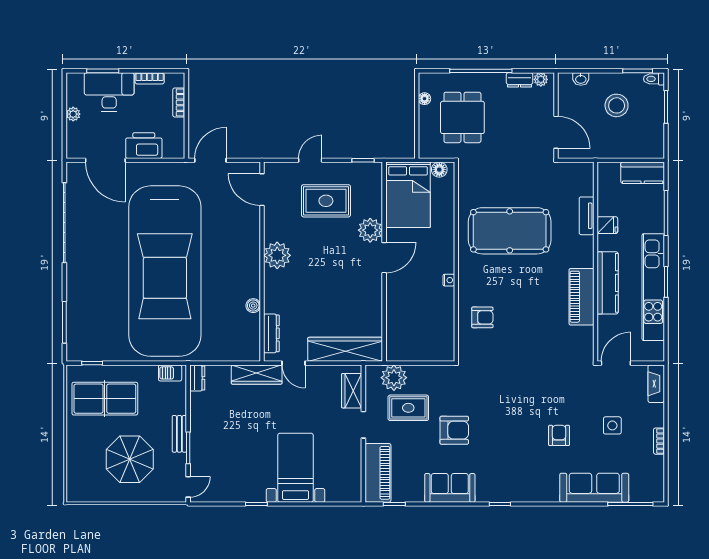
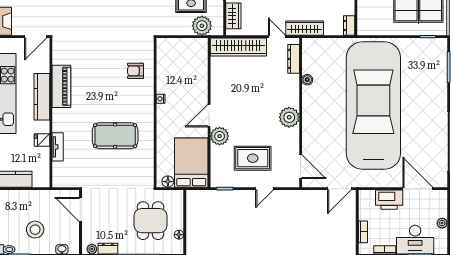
pool table: (510, 231) -> (115, 136), width x0.73, depth x0.76
barbecue: (170, 373) -> (369, 29), removed

